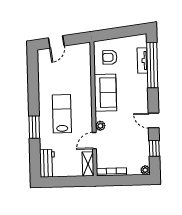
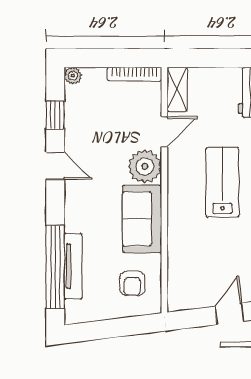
armchair: (110, 57) -> (132, 283), turned 90
tv unit: (142, 61) -> (73, 266), width x1.41
lab bench: (62, 114) -> (222, 182), turned 180
plant: (100, 126) -> (145, 166), width x1.88, depth x1.88

